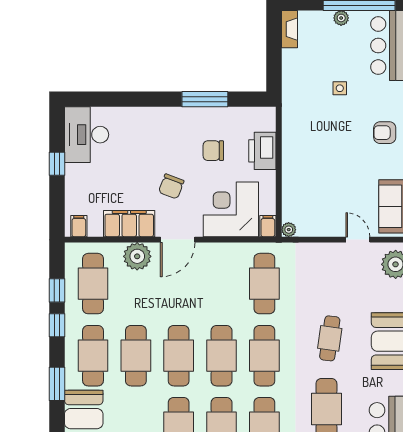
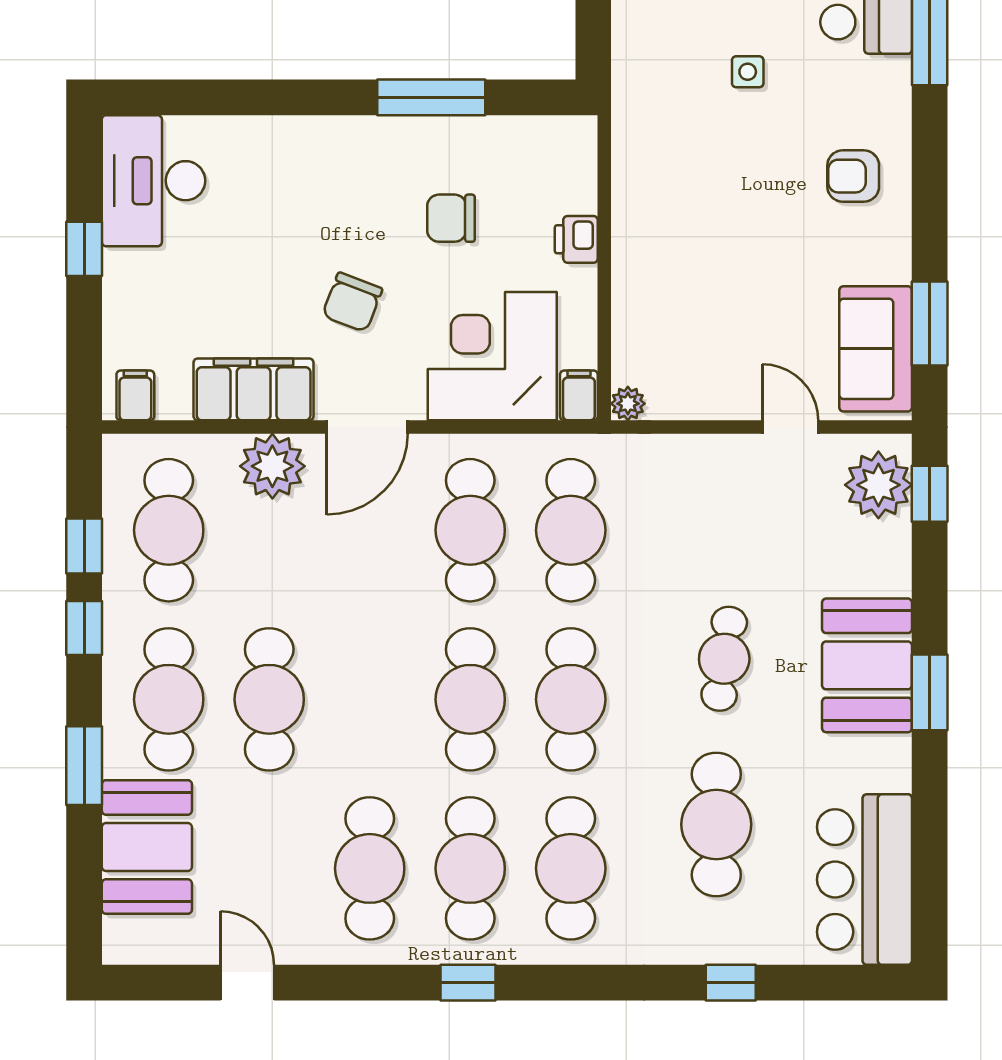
printer: (262, 151) -> (576, 239), width x0.53, depth x0.68
cafe table: (179, 356) -> (470, 530), moved

